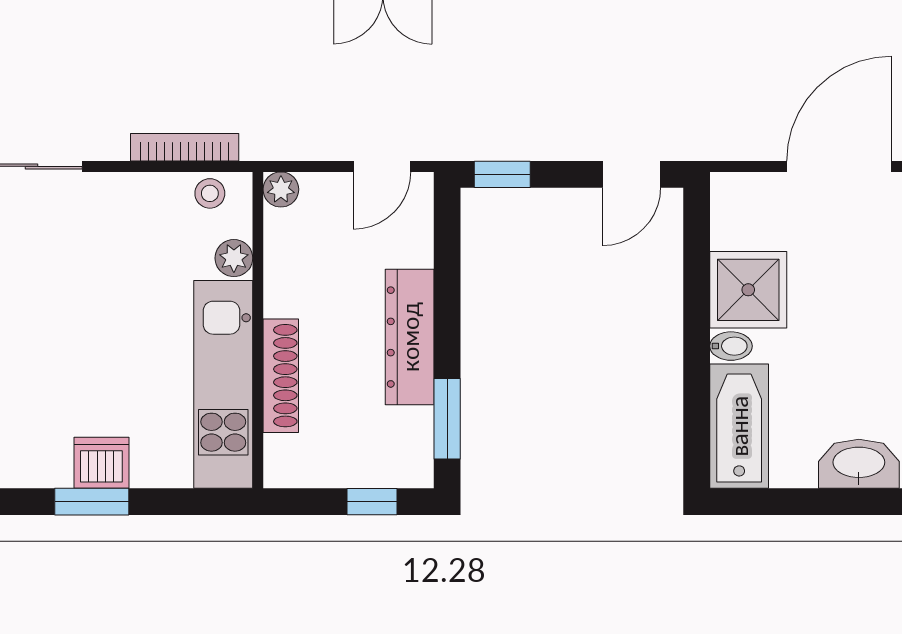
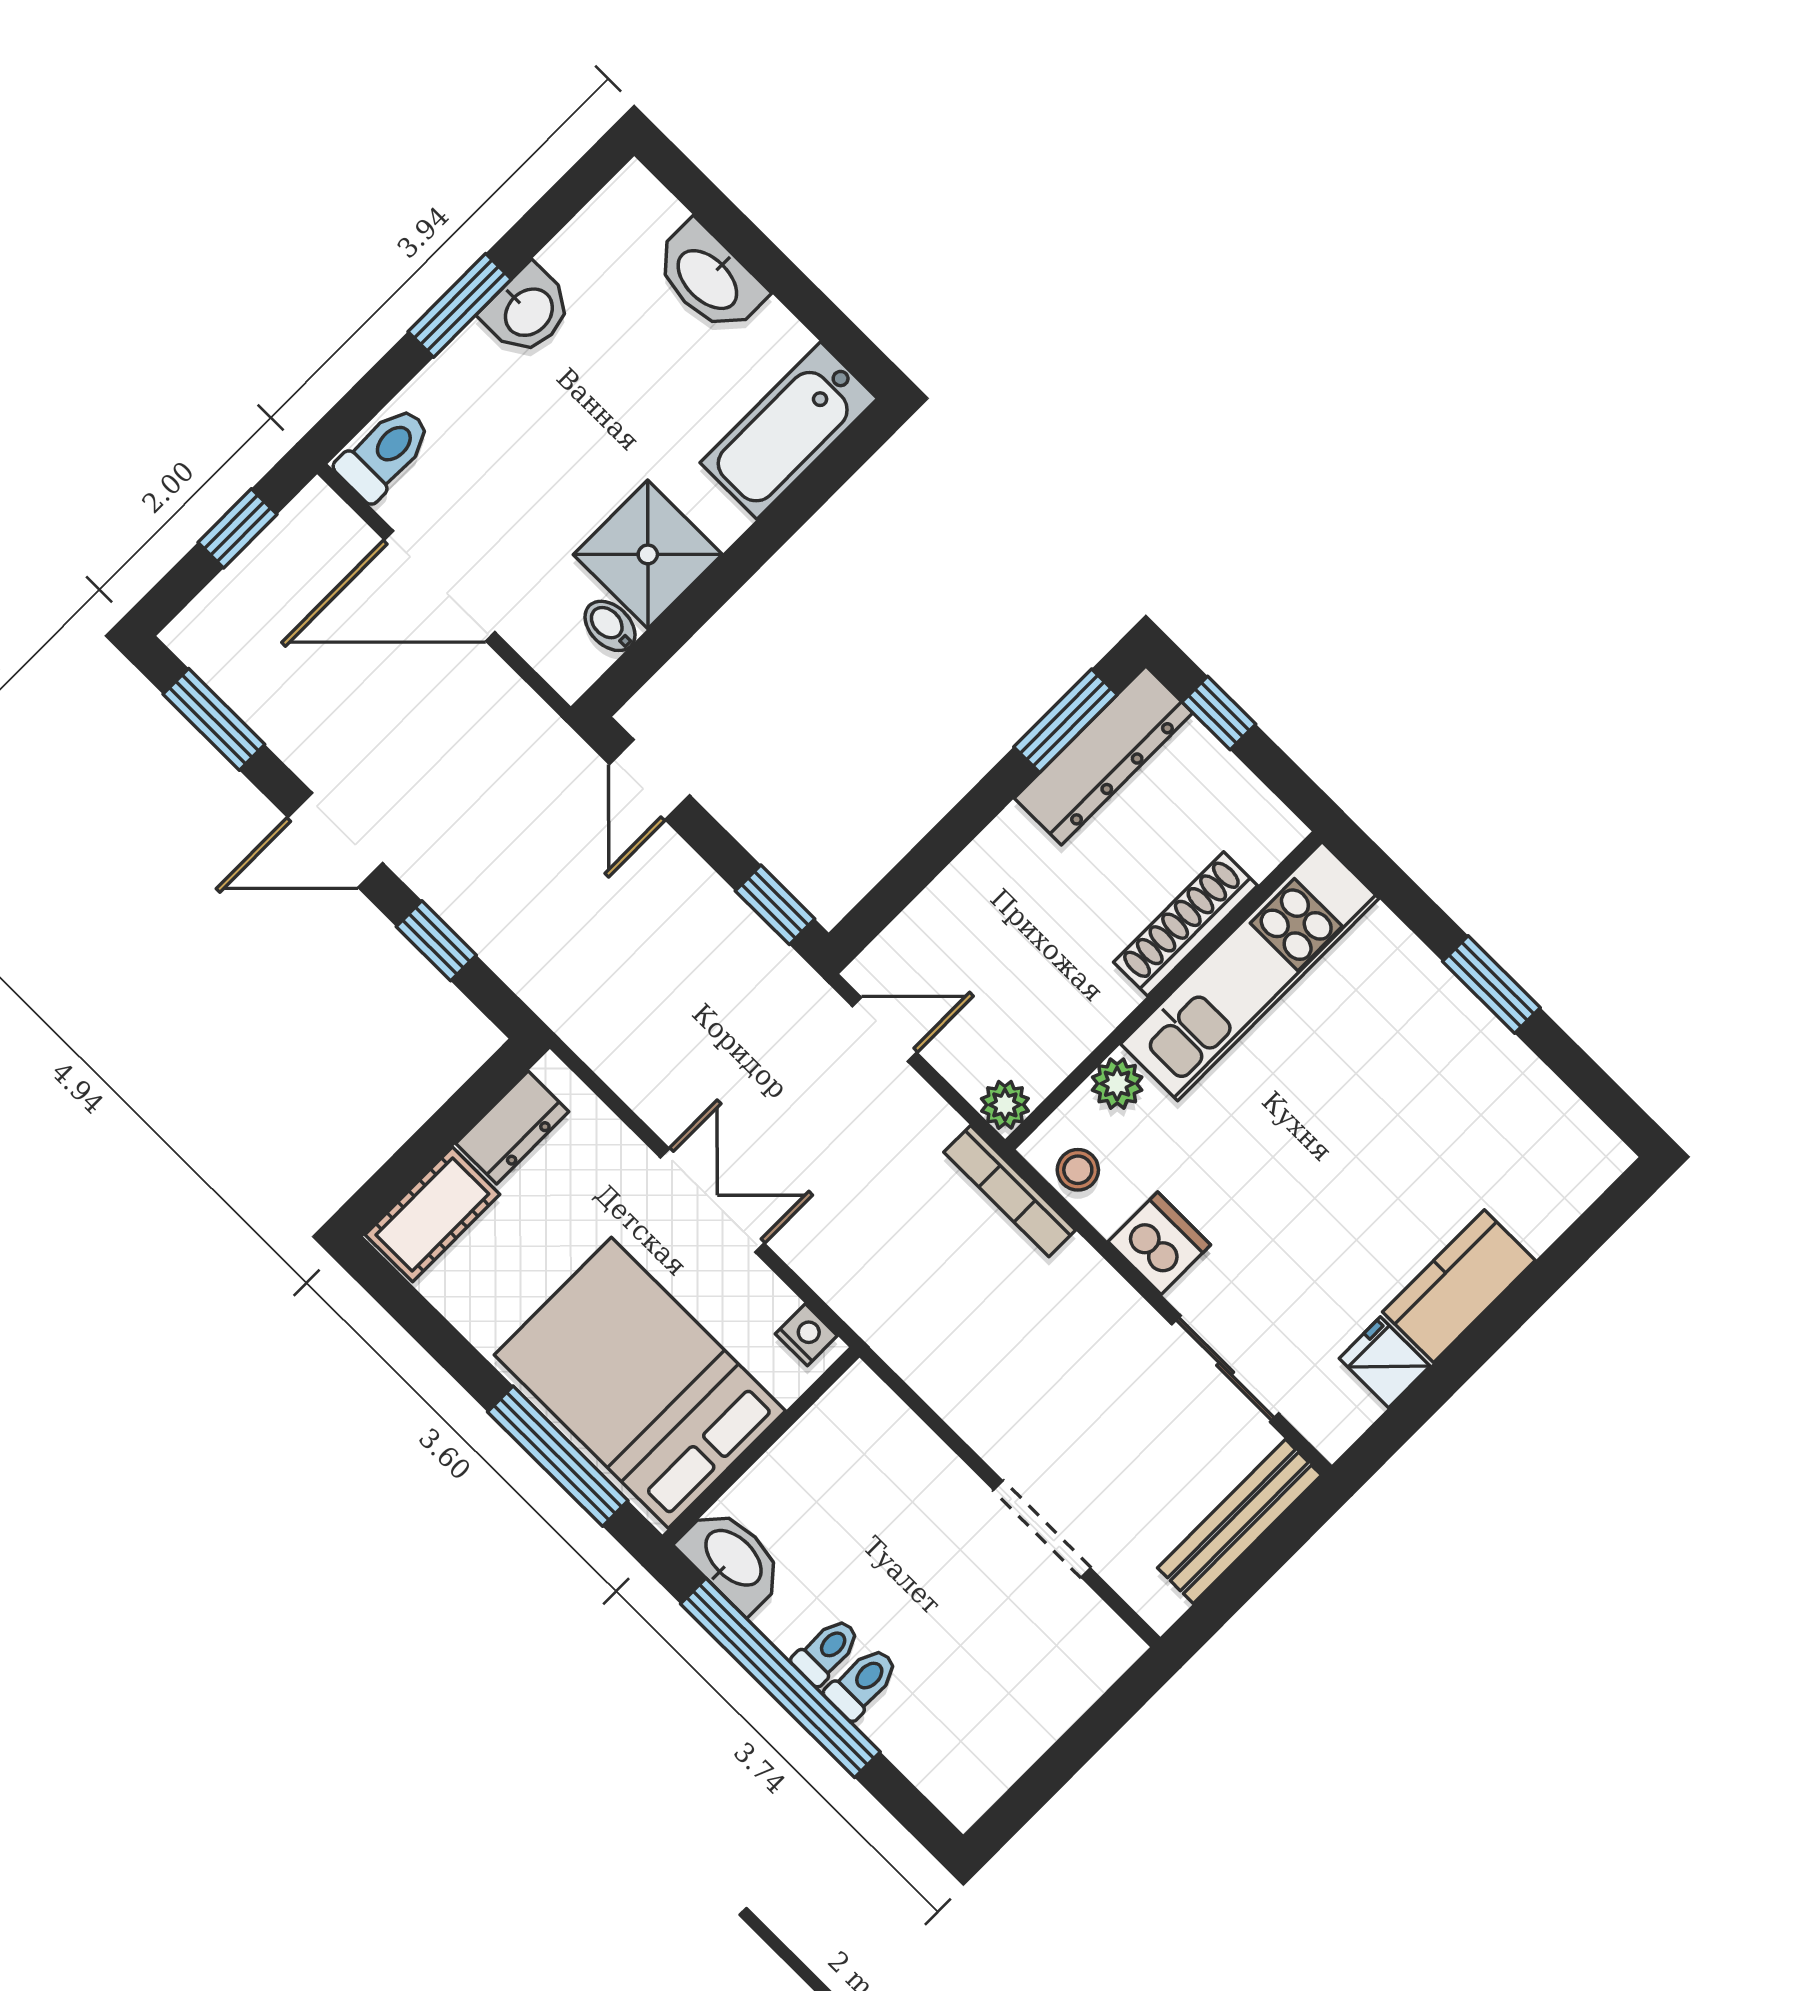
bookcase: (185, 147) -> (1010, 1191), moved
door: (631, 174) -> (650, 780), swing flipped
dresser: (410, 337) -> (1104, 755), moved
bidet: (731, 346) -> (610, 626), moved
dishwasher: (101, 463) -> (1159, 1243), moved, turned 180

